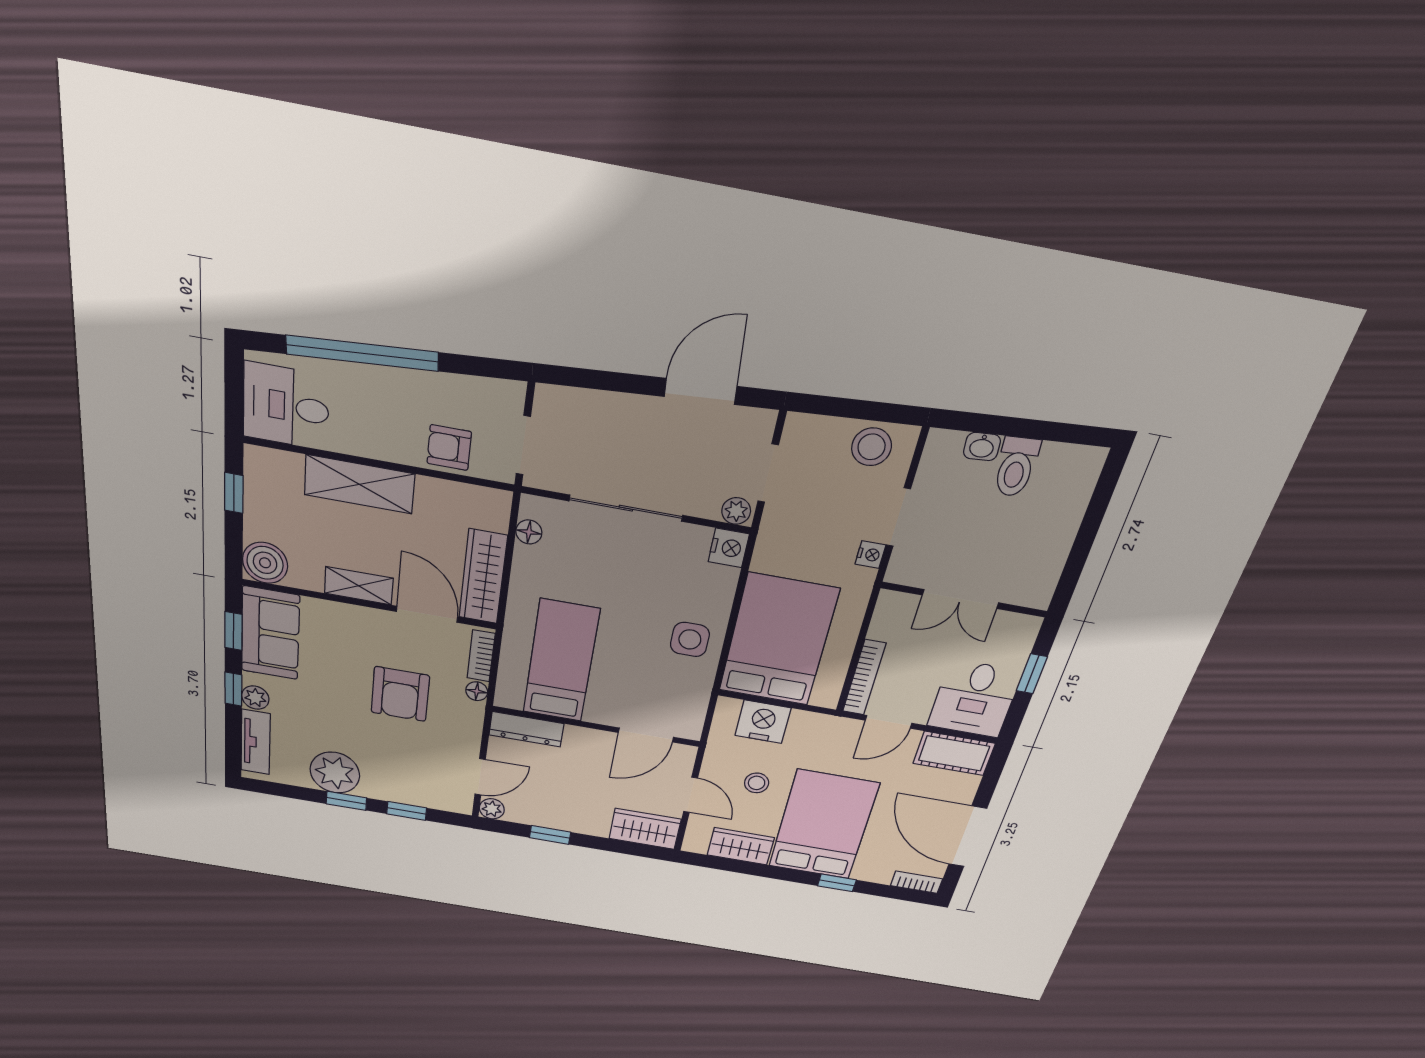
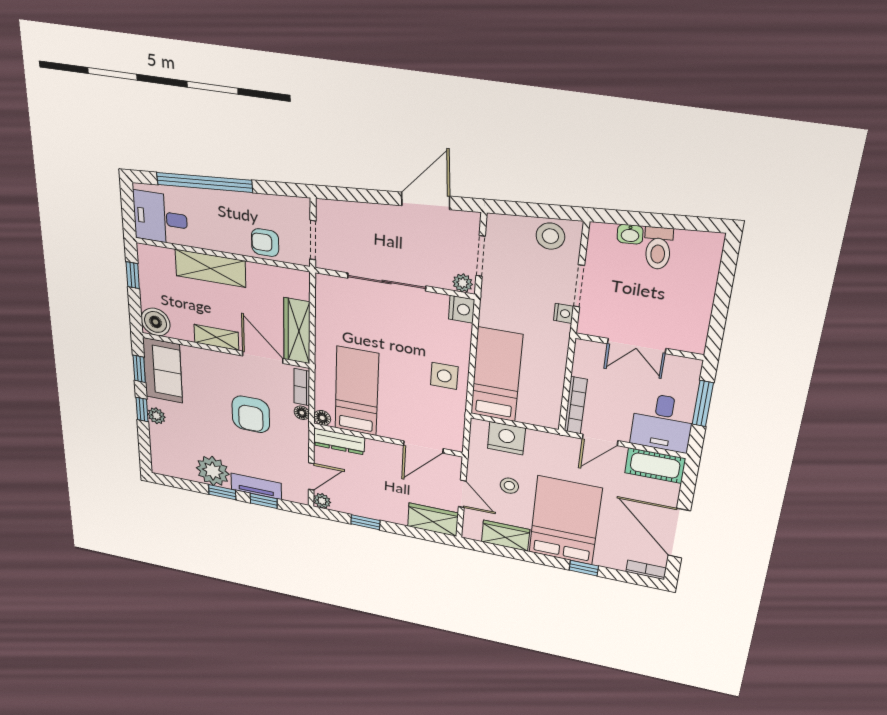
floor lamp: (529, 532) -> (322, 418), moved
bed: (778, 640) -> (496, 375), width x0.67
window: (1032, 674) -> (703, 404), width x1.50
tv unit: (256, 742) -> (256, 486), moved, turned -90

